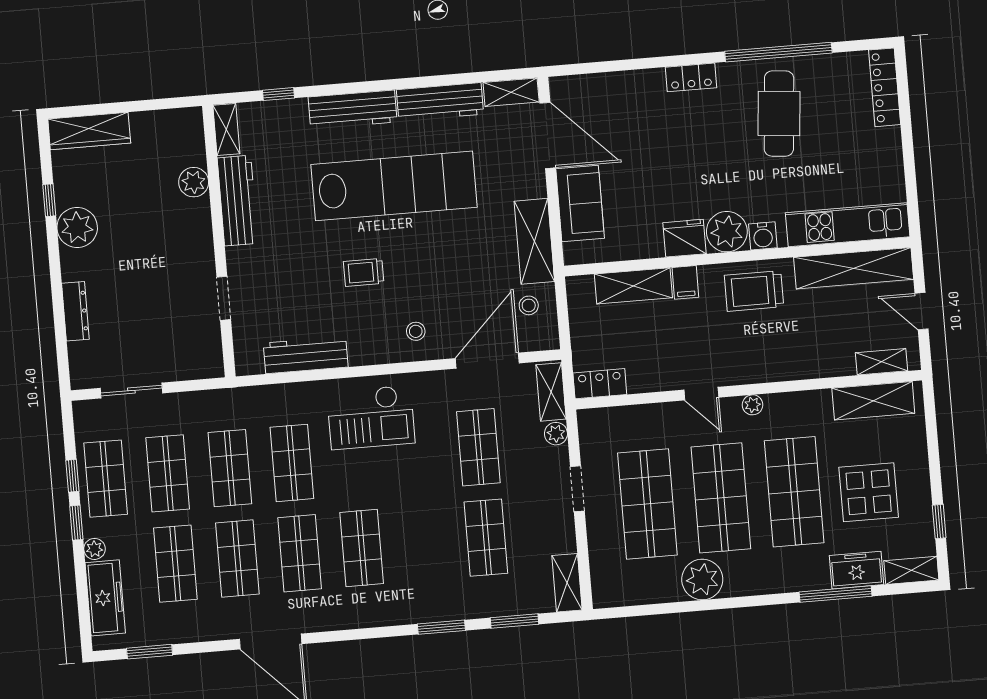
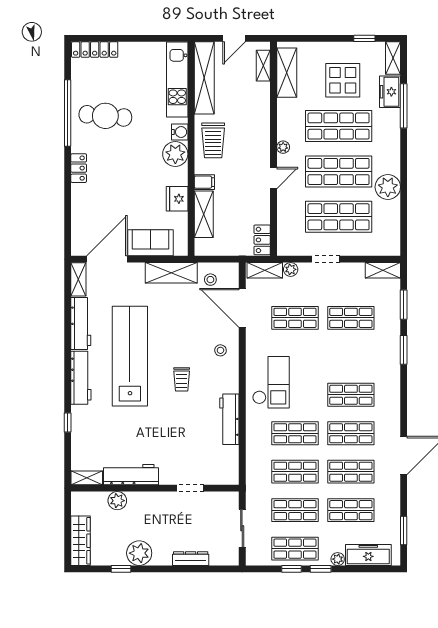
shelving: (226, 129) -> (87, 478), moved
plant: (194, 182) -> (117, 501), moved
workbench: (238, 201) -> (131, 475), moved
fridge: (684, 238) -> (177, 199), moved
wall: (219, 241) -> (155, 488), moved
doorway: (224, 298) -> (190, 488), moved

